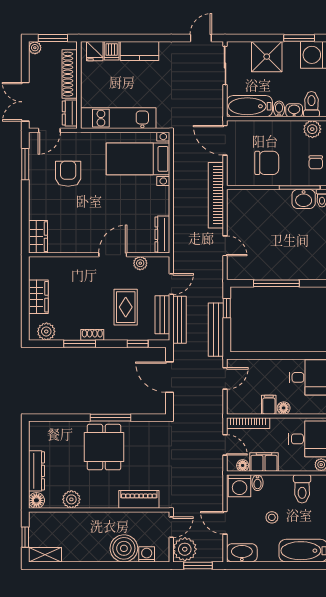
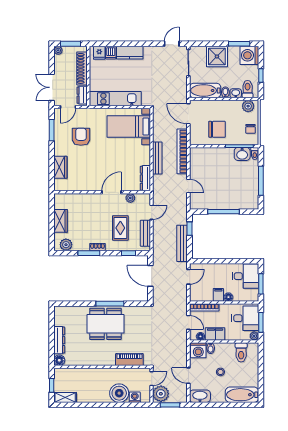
wardrobe: (38, 237) -> (60, 167), moved
bench: (180, 320) -> (157, 158), moved
dining table: (104, 447) -> (105, 324), width x1.38
plant: (71, 499) -> (83, 360), removed

